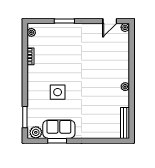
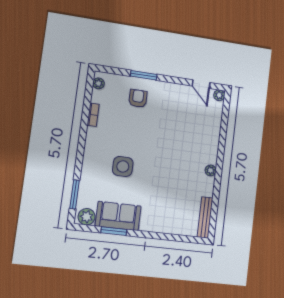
door: (110, 21) -> (201, 84), hinge flipped
armchair: (62, 39) -> (138, 98), added

